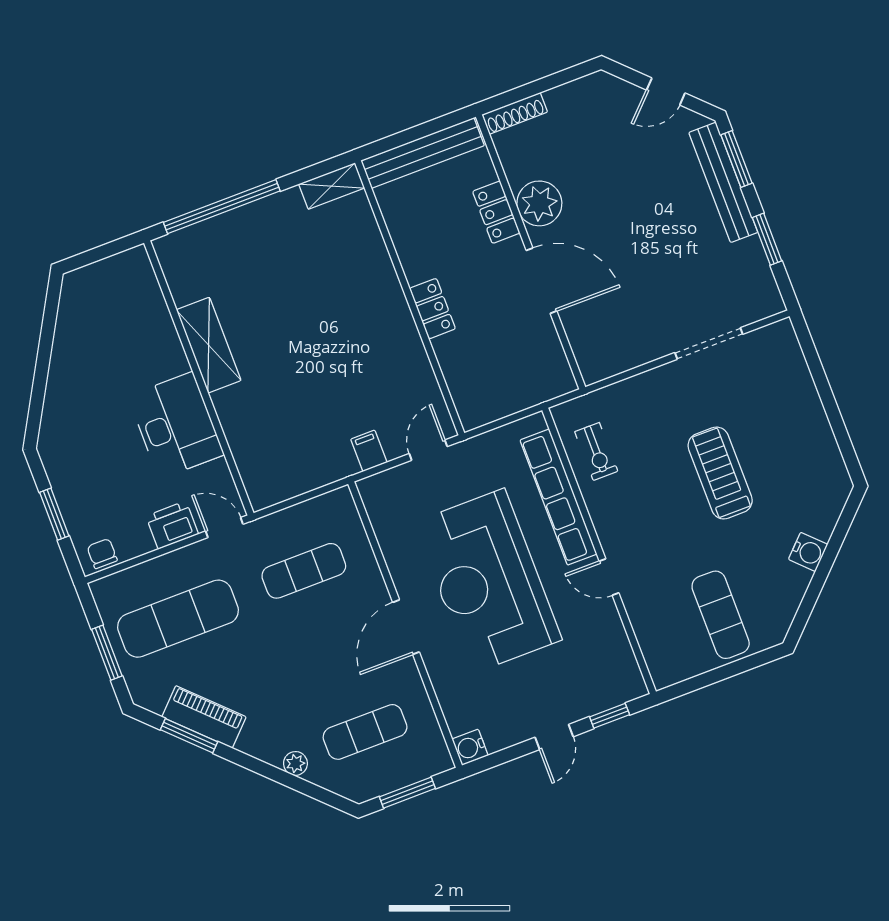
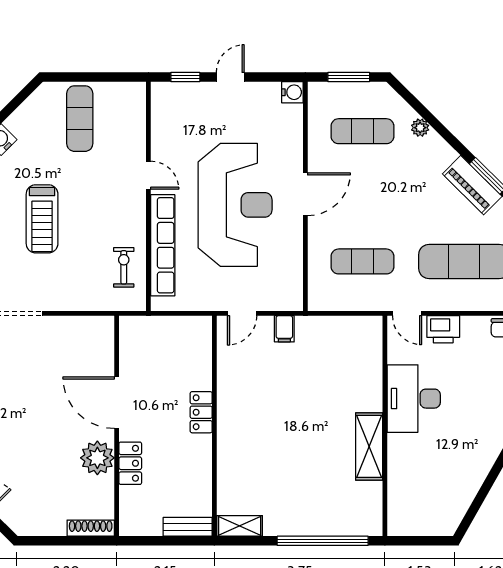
bench: (423, 153) -> (188, 527), width x0.54, depth x0.82

